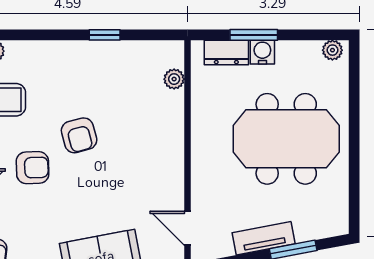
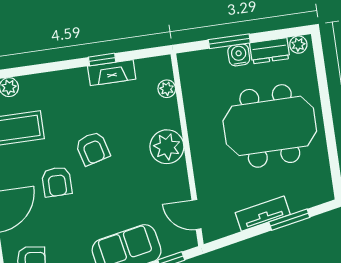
fireplace: (113, 52) -> (112, 73), added
dresser: (226, 52) -> (270, 51), moved
plant: (165, 146) -> (167, 147), added
armchair: (33, 168) -> (57, 182), turned 92

